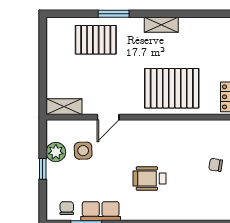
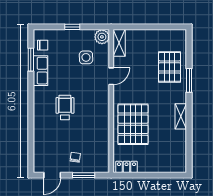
door: (108, 117) -> (111, 76), swing flipped
plant: (56, 152) -> (102, 37), moved

